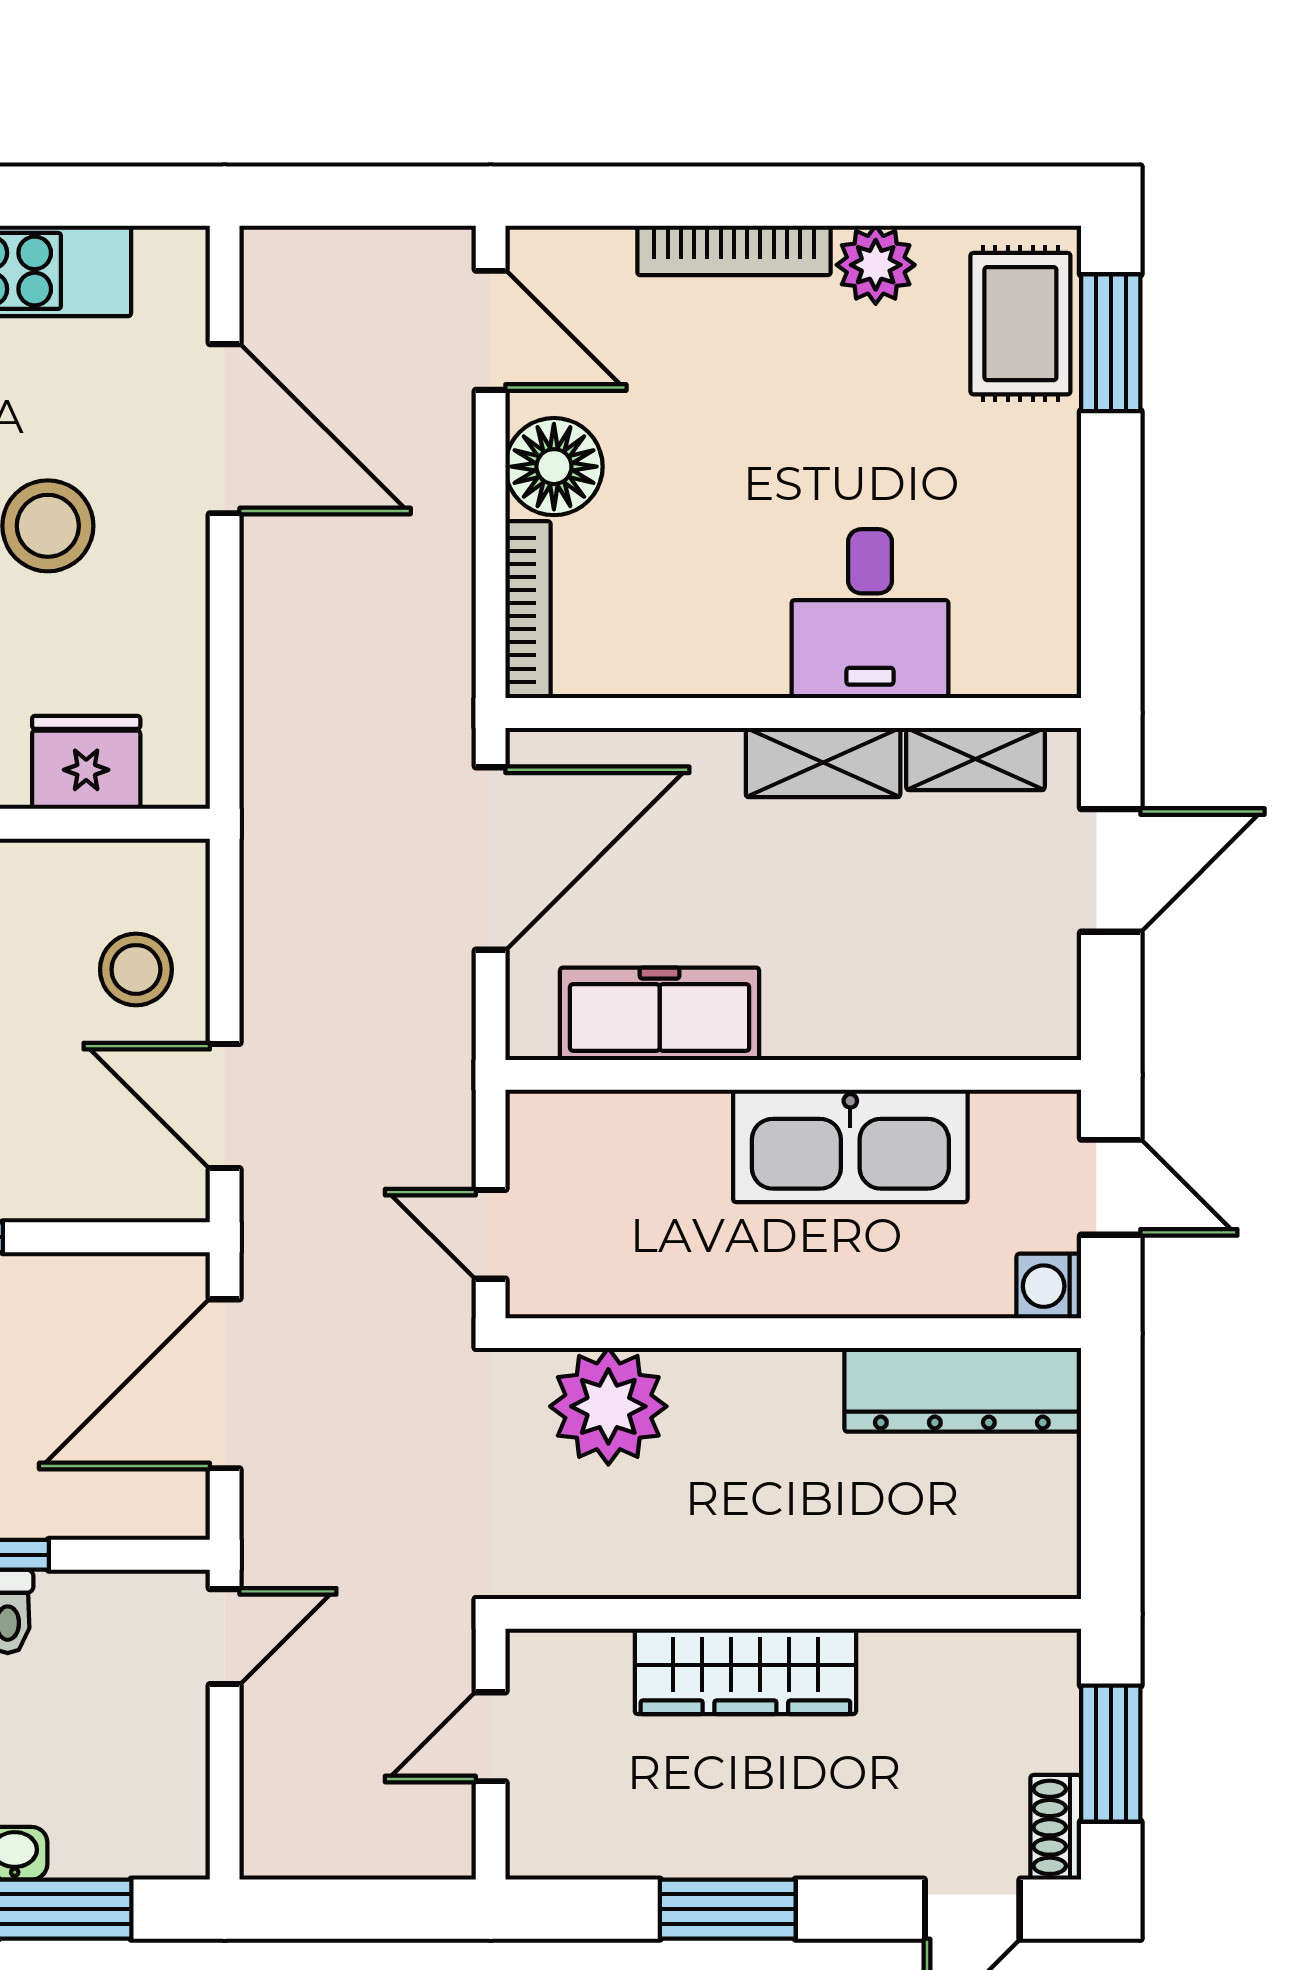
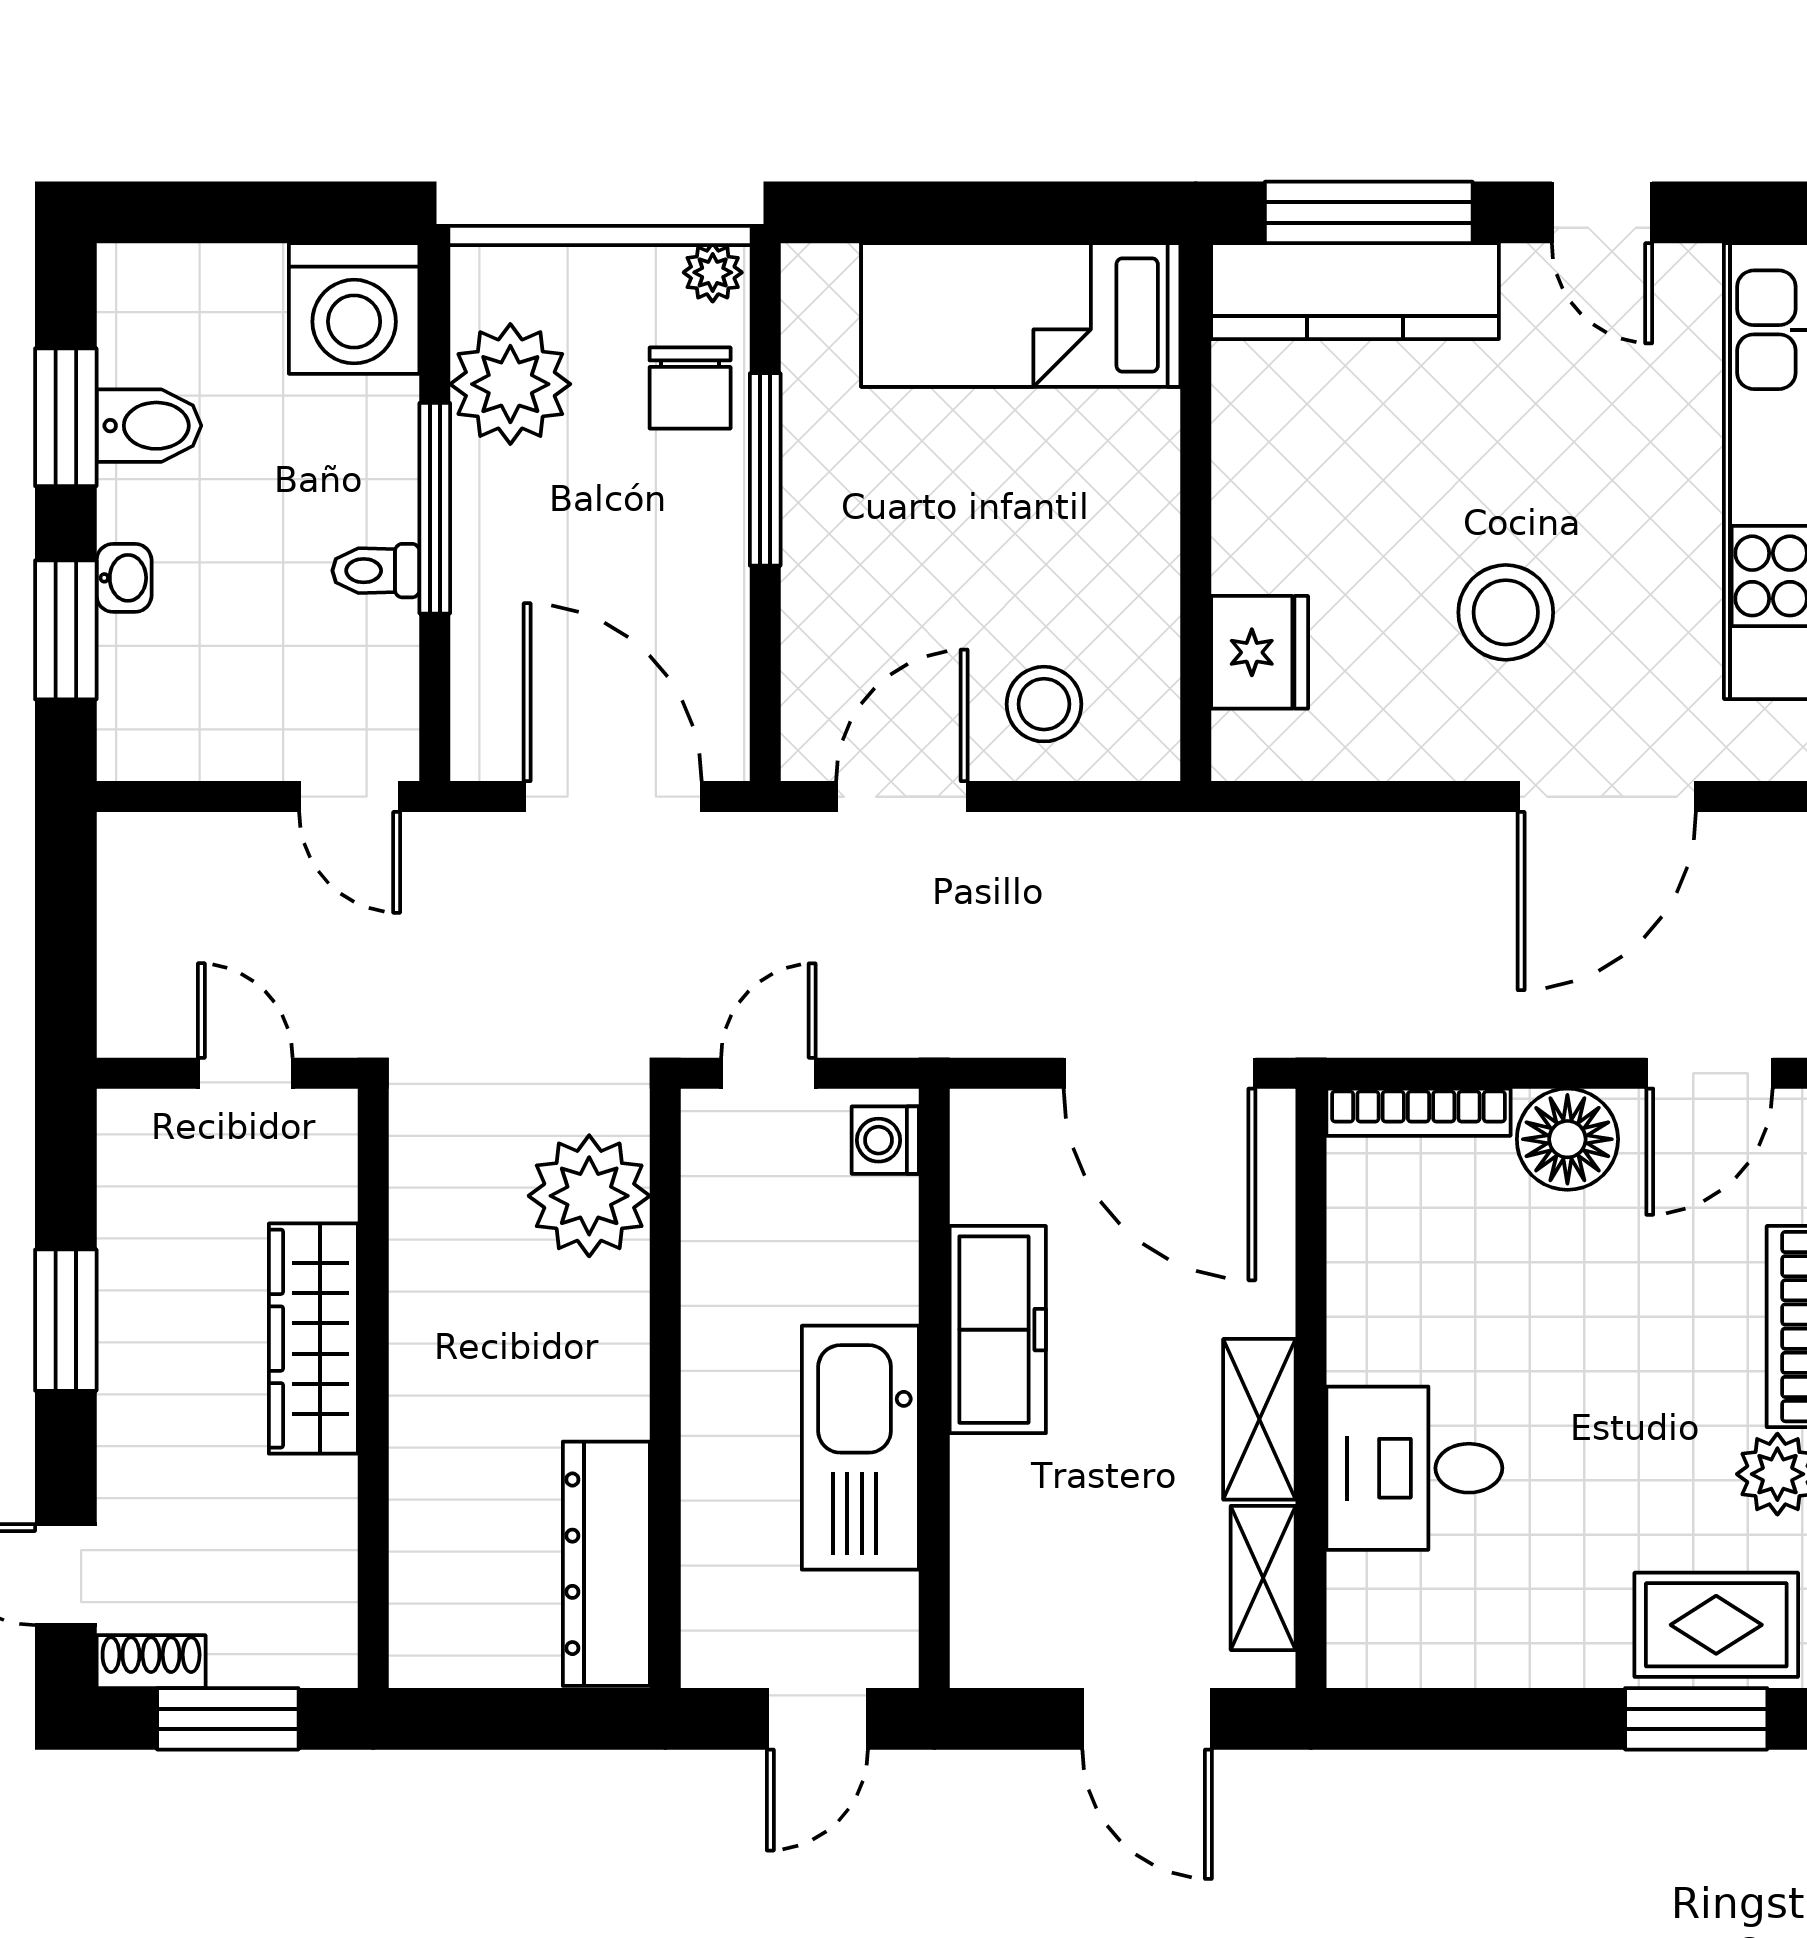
freezer: (660, 1014) -> (998, 1330), moved
washing machine: (1049, 1286) -> (885, 1140), moved, turned -90

